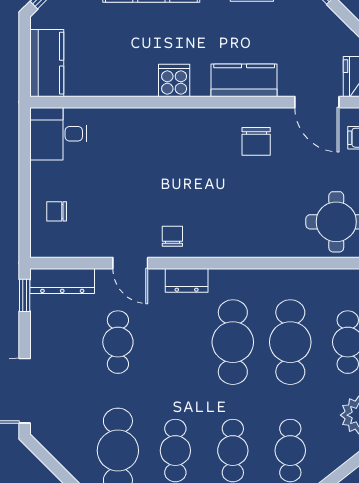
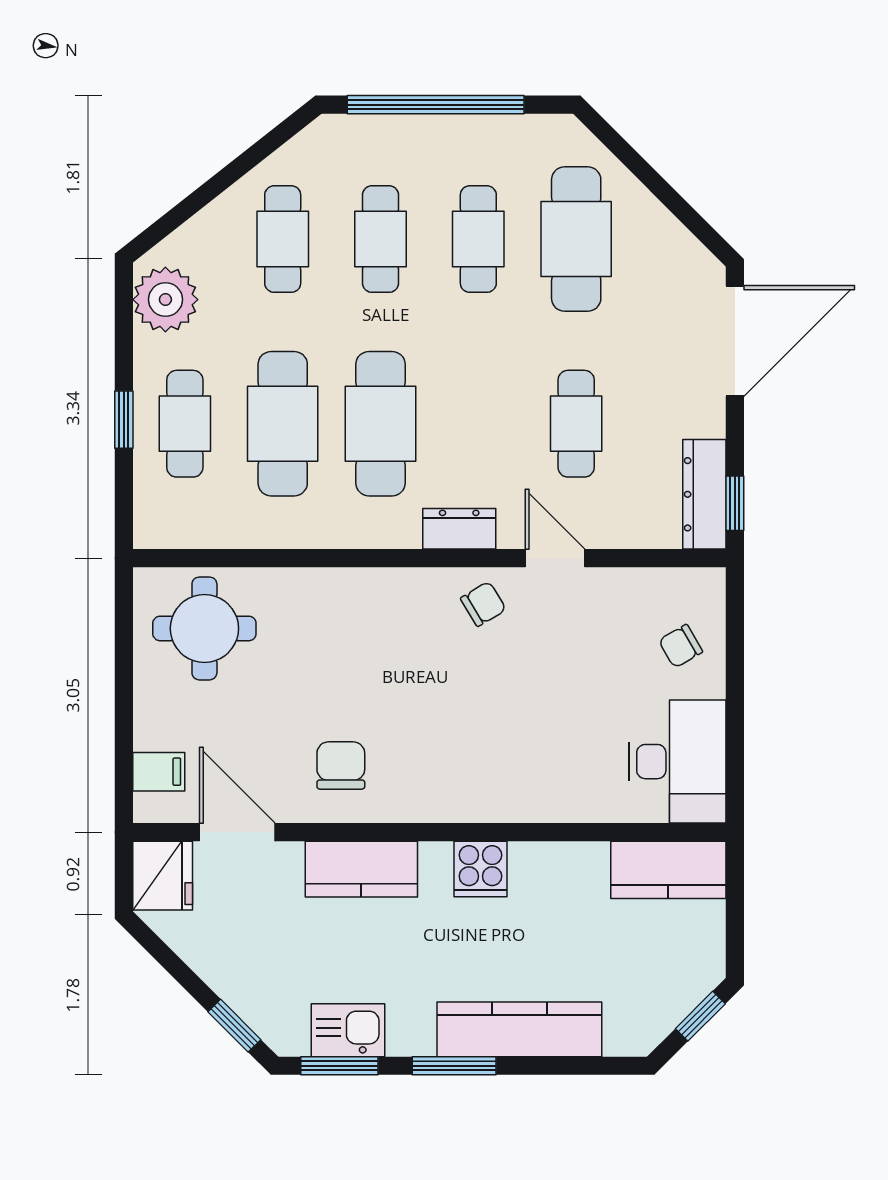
kitchen counter: (47, 63) -> (668, 870), moved, turned -90
desk: (58, 134) -> (677, 762), width x1.37
chair: (57, 211) -> (681, 646), turned 150
chair: (172, 236) -> (483, 604), turned -121
dresser: (62, 281) -> (704, 494), moved, turned -90

